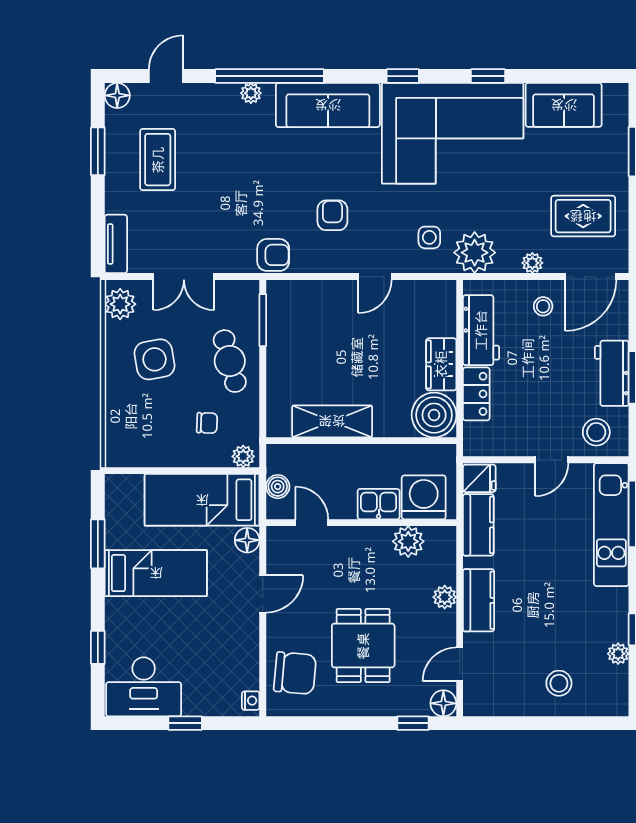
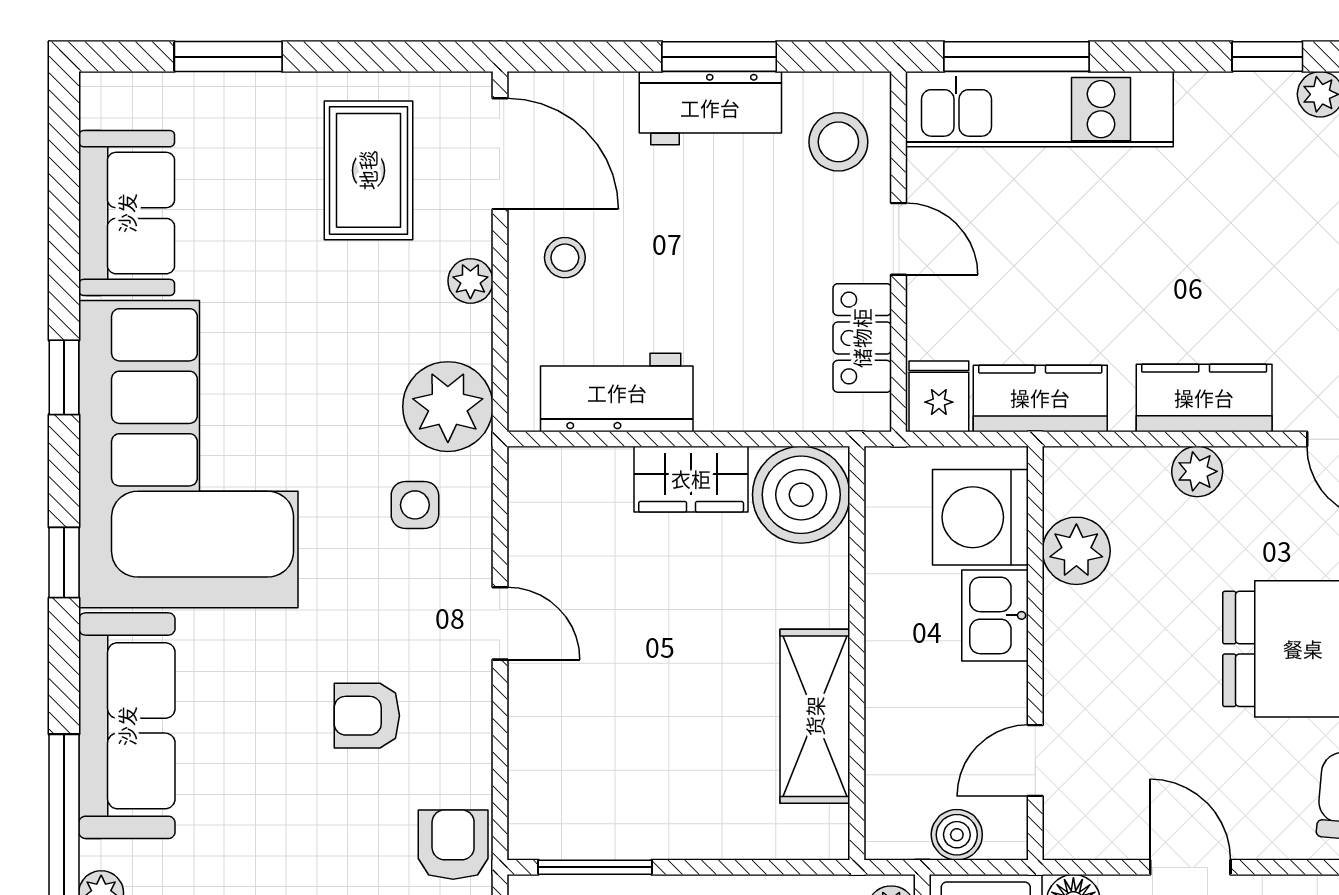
locker: (476, 394) -> (862, 338), moved, turned -90

